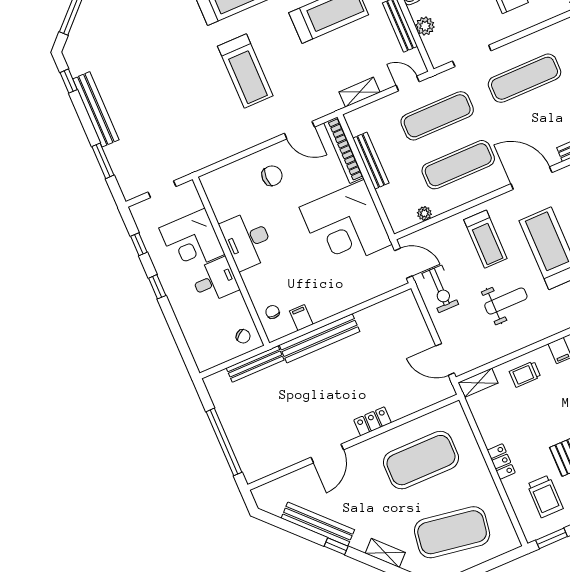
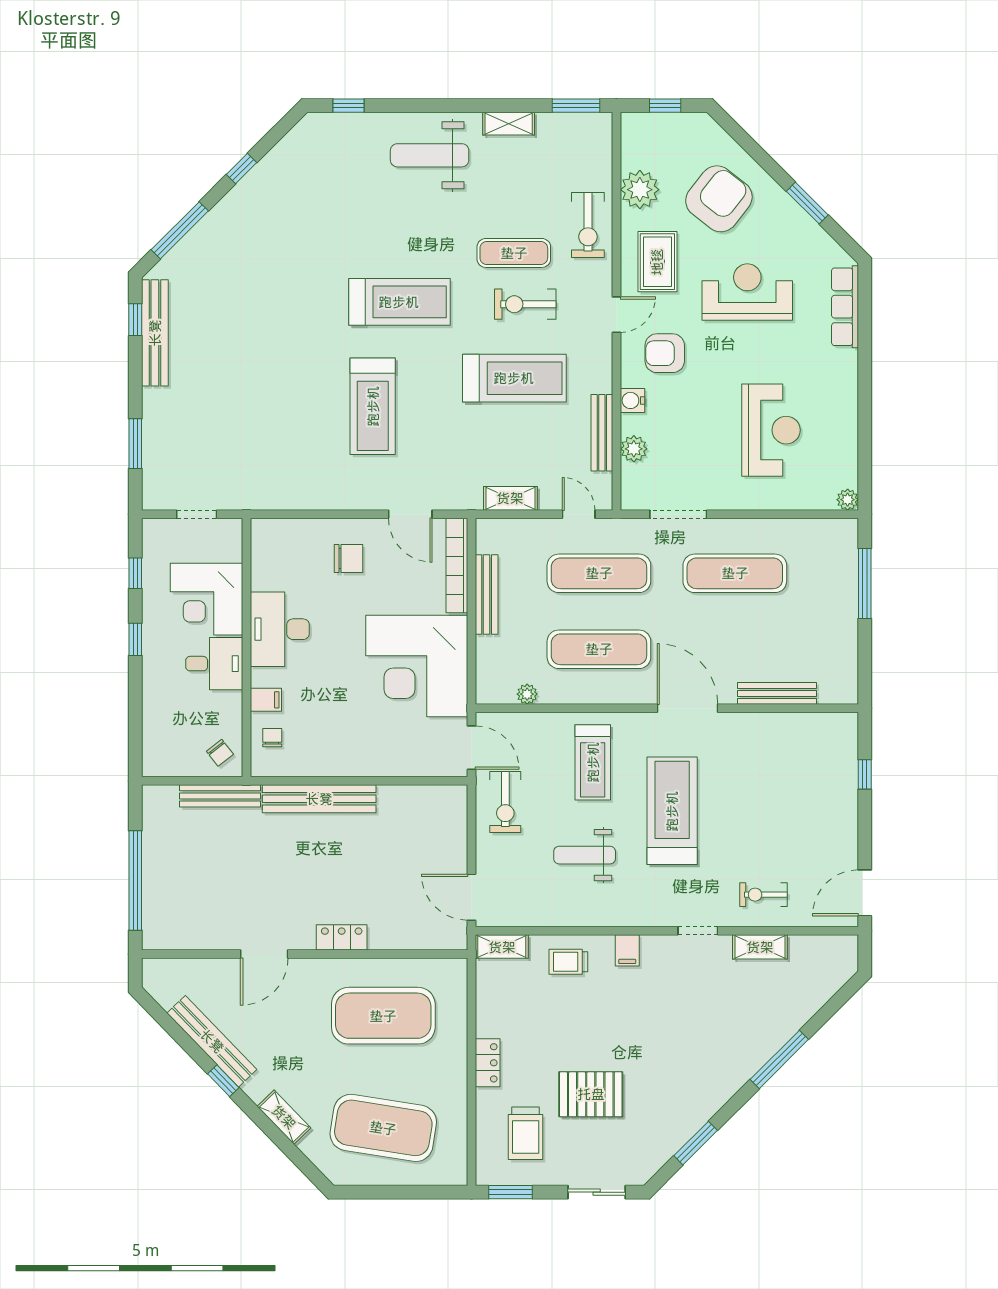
bench: (96, 109) -> (155, 333), moved
weight bench: (506, 301) -> (585, 855), turned 180
filing cabinet: (301, 318) -> (266, 700), moved, turned 90

